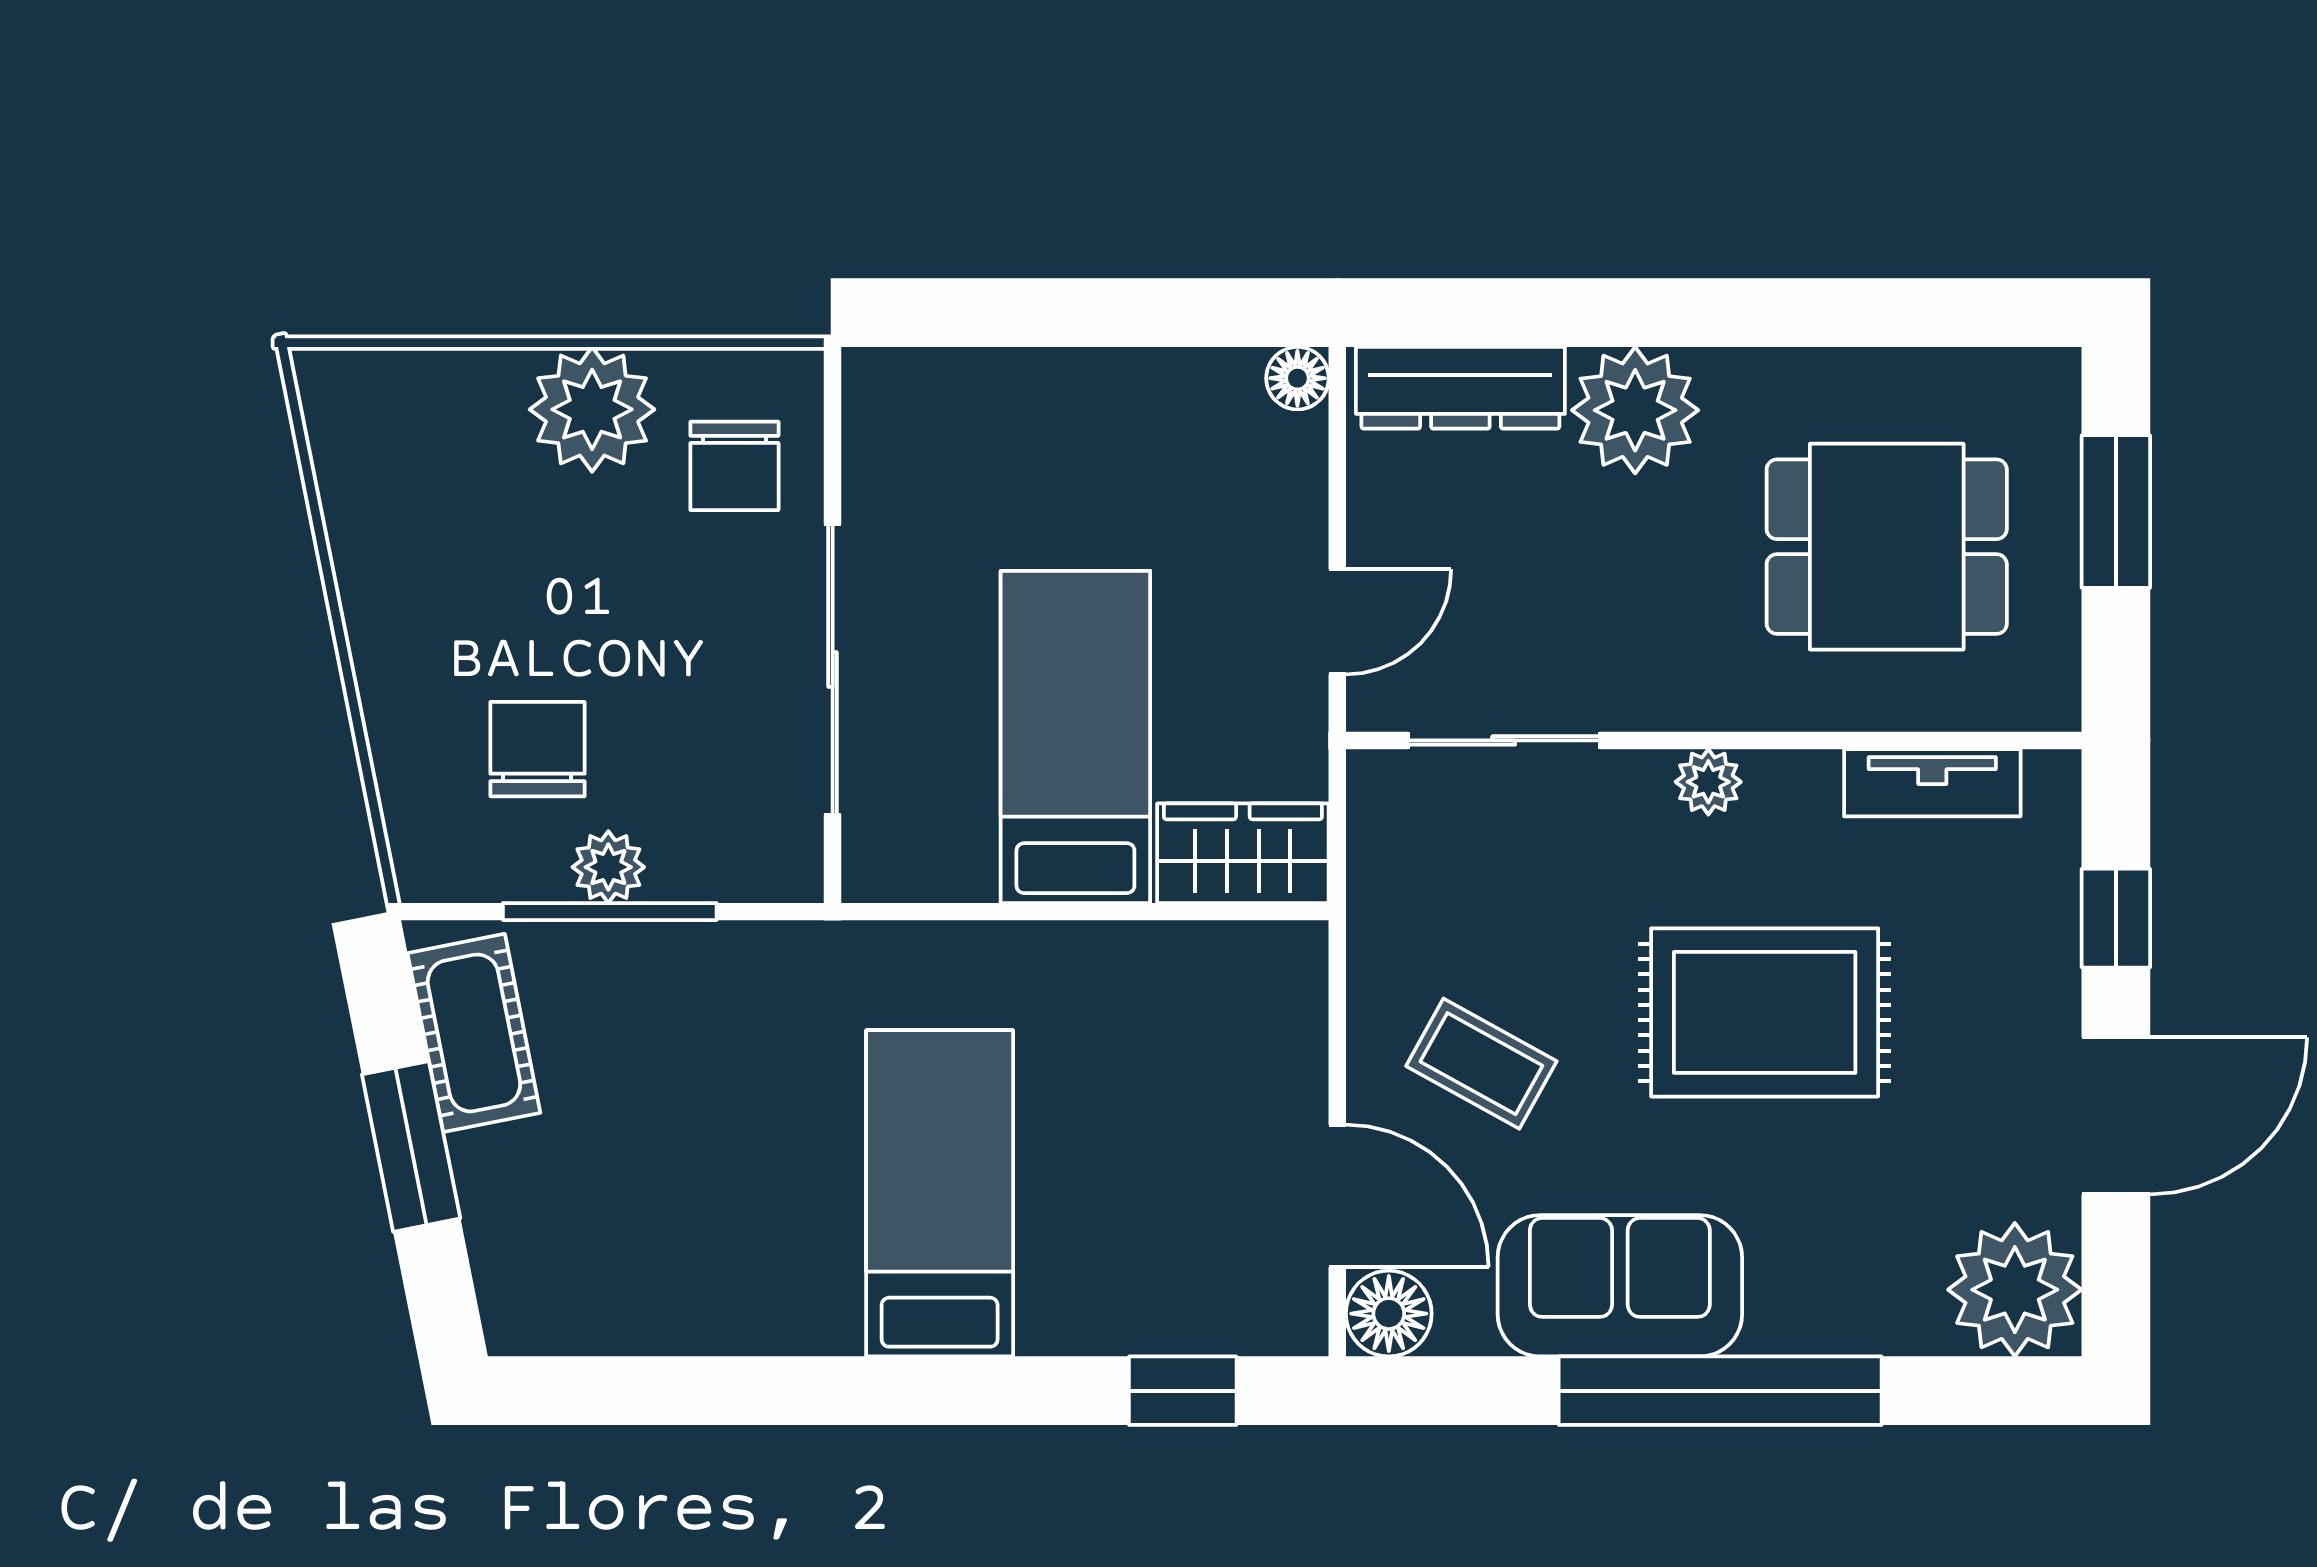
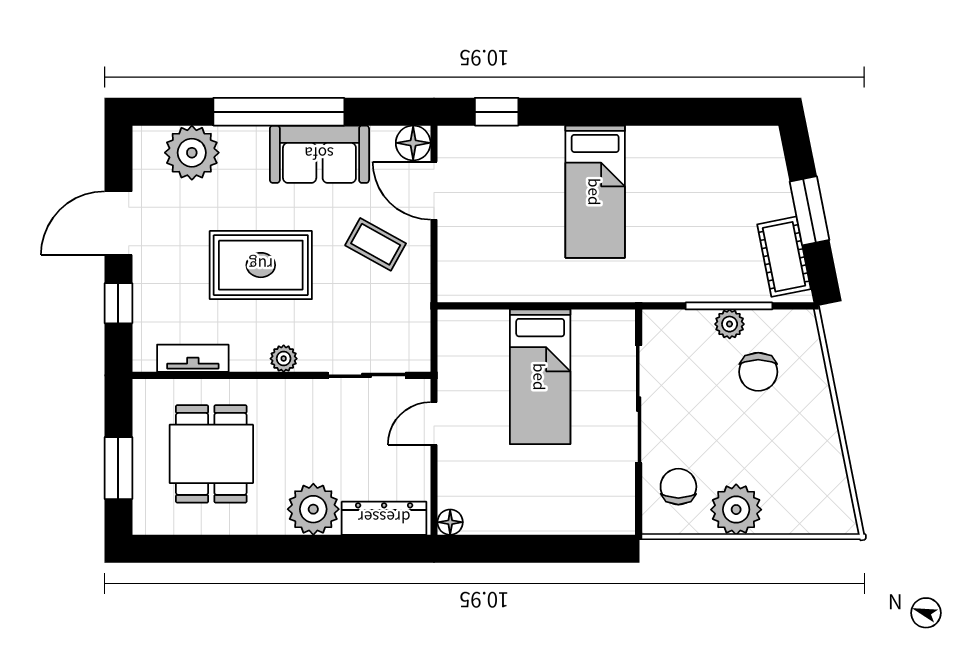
dining table: (1887, 547) -> (211, 454), turned 90
wardrobe: (1243, 853) -> (472, 330), removed
plant: (2015, 1290) -> (192, 153), moved

